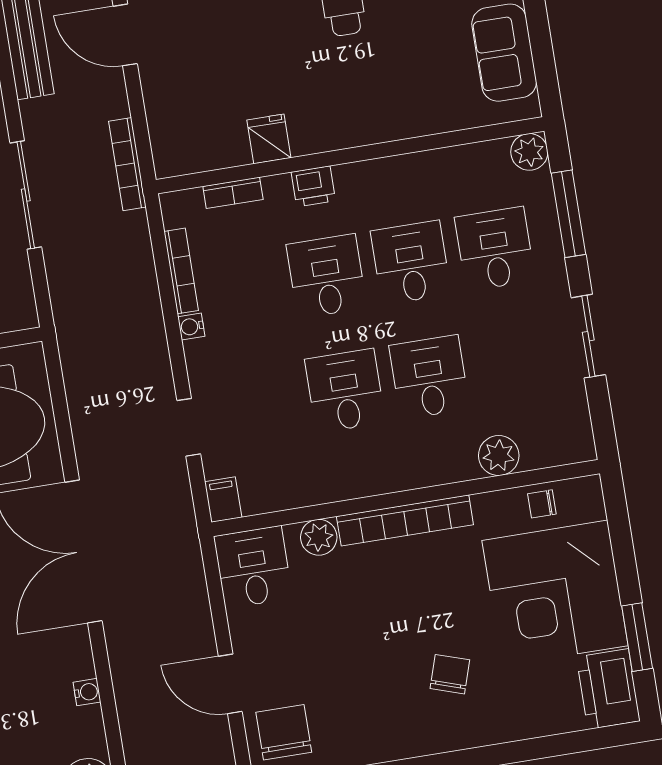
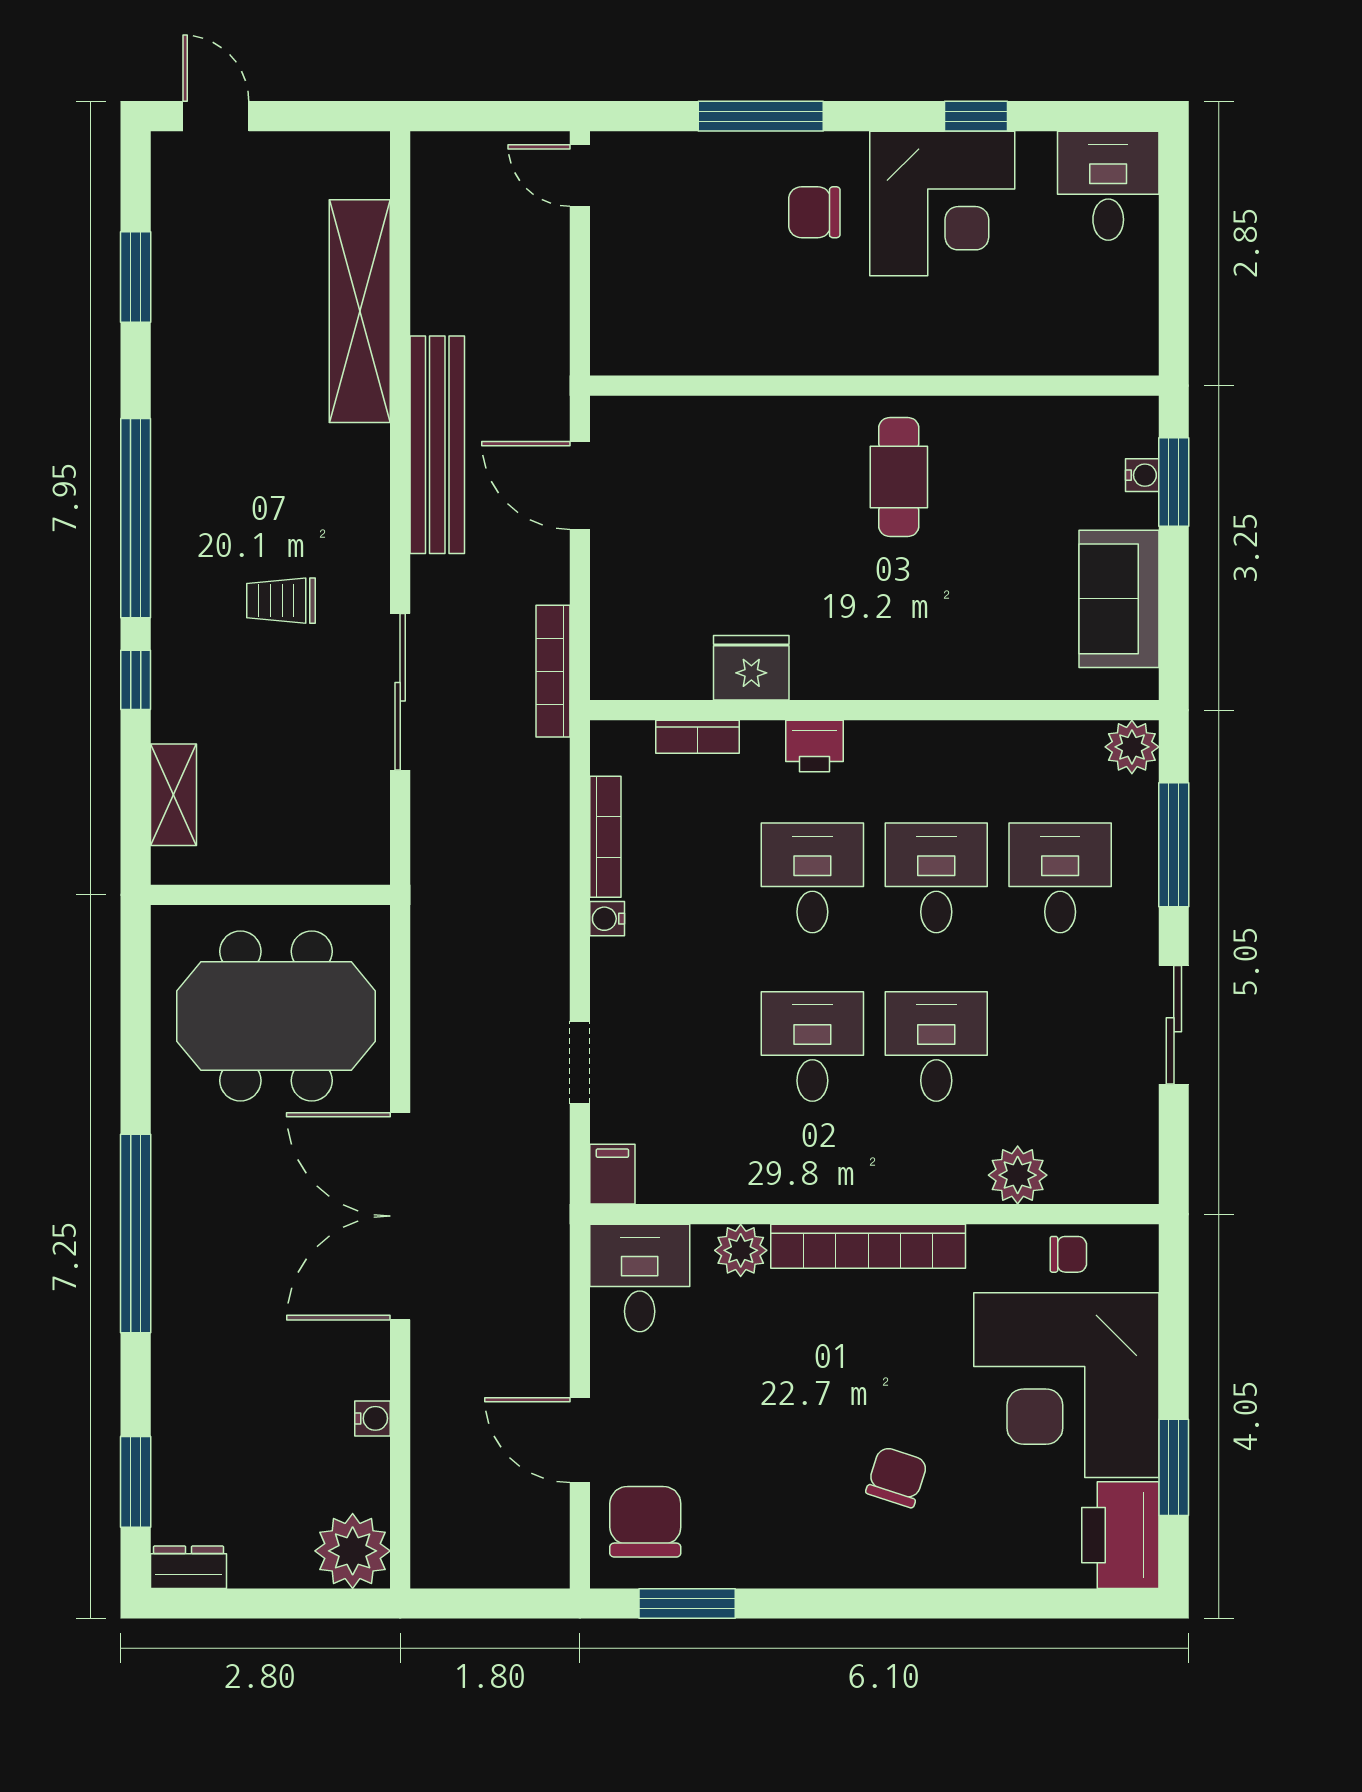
fridge: (269, 139) -> (751, 668), width x1.38
chair: (542, 504) -> (1068, 1254), turned 180

